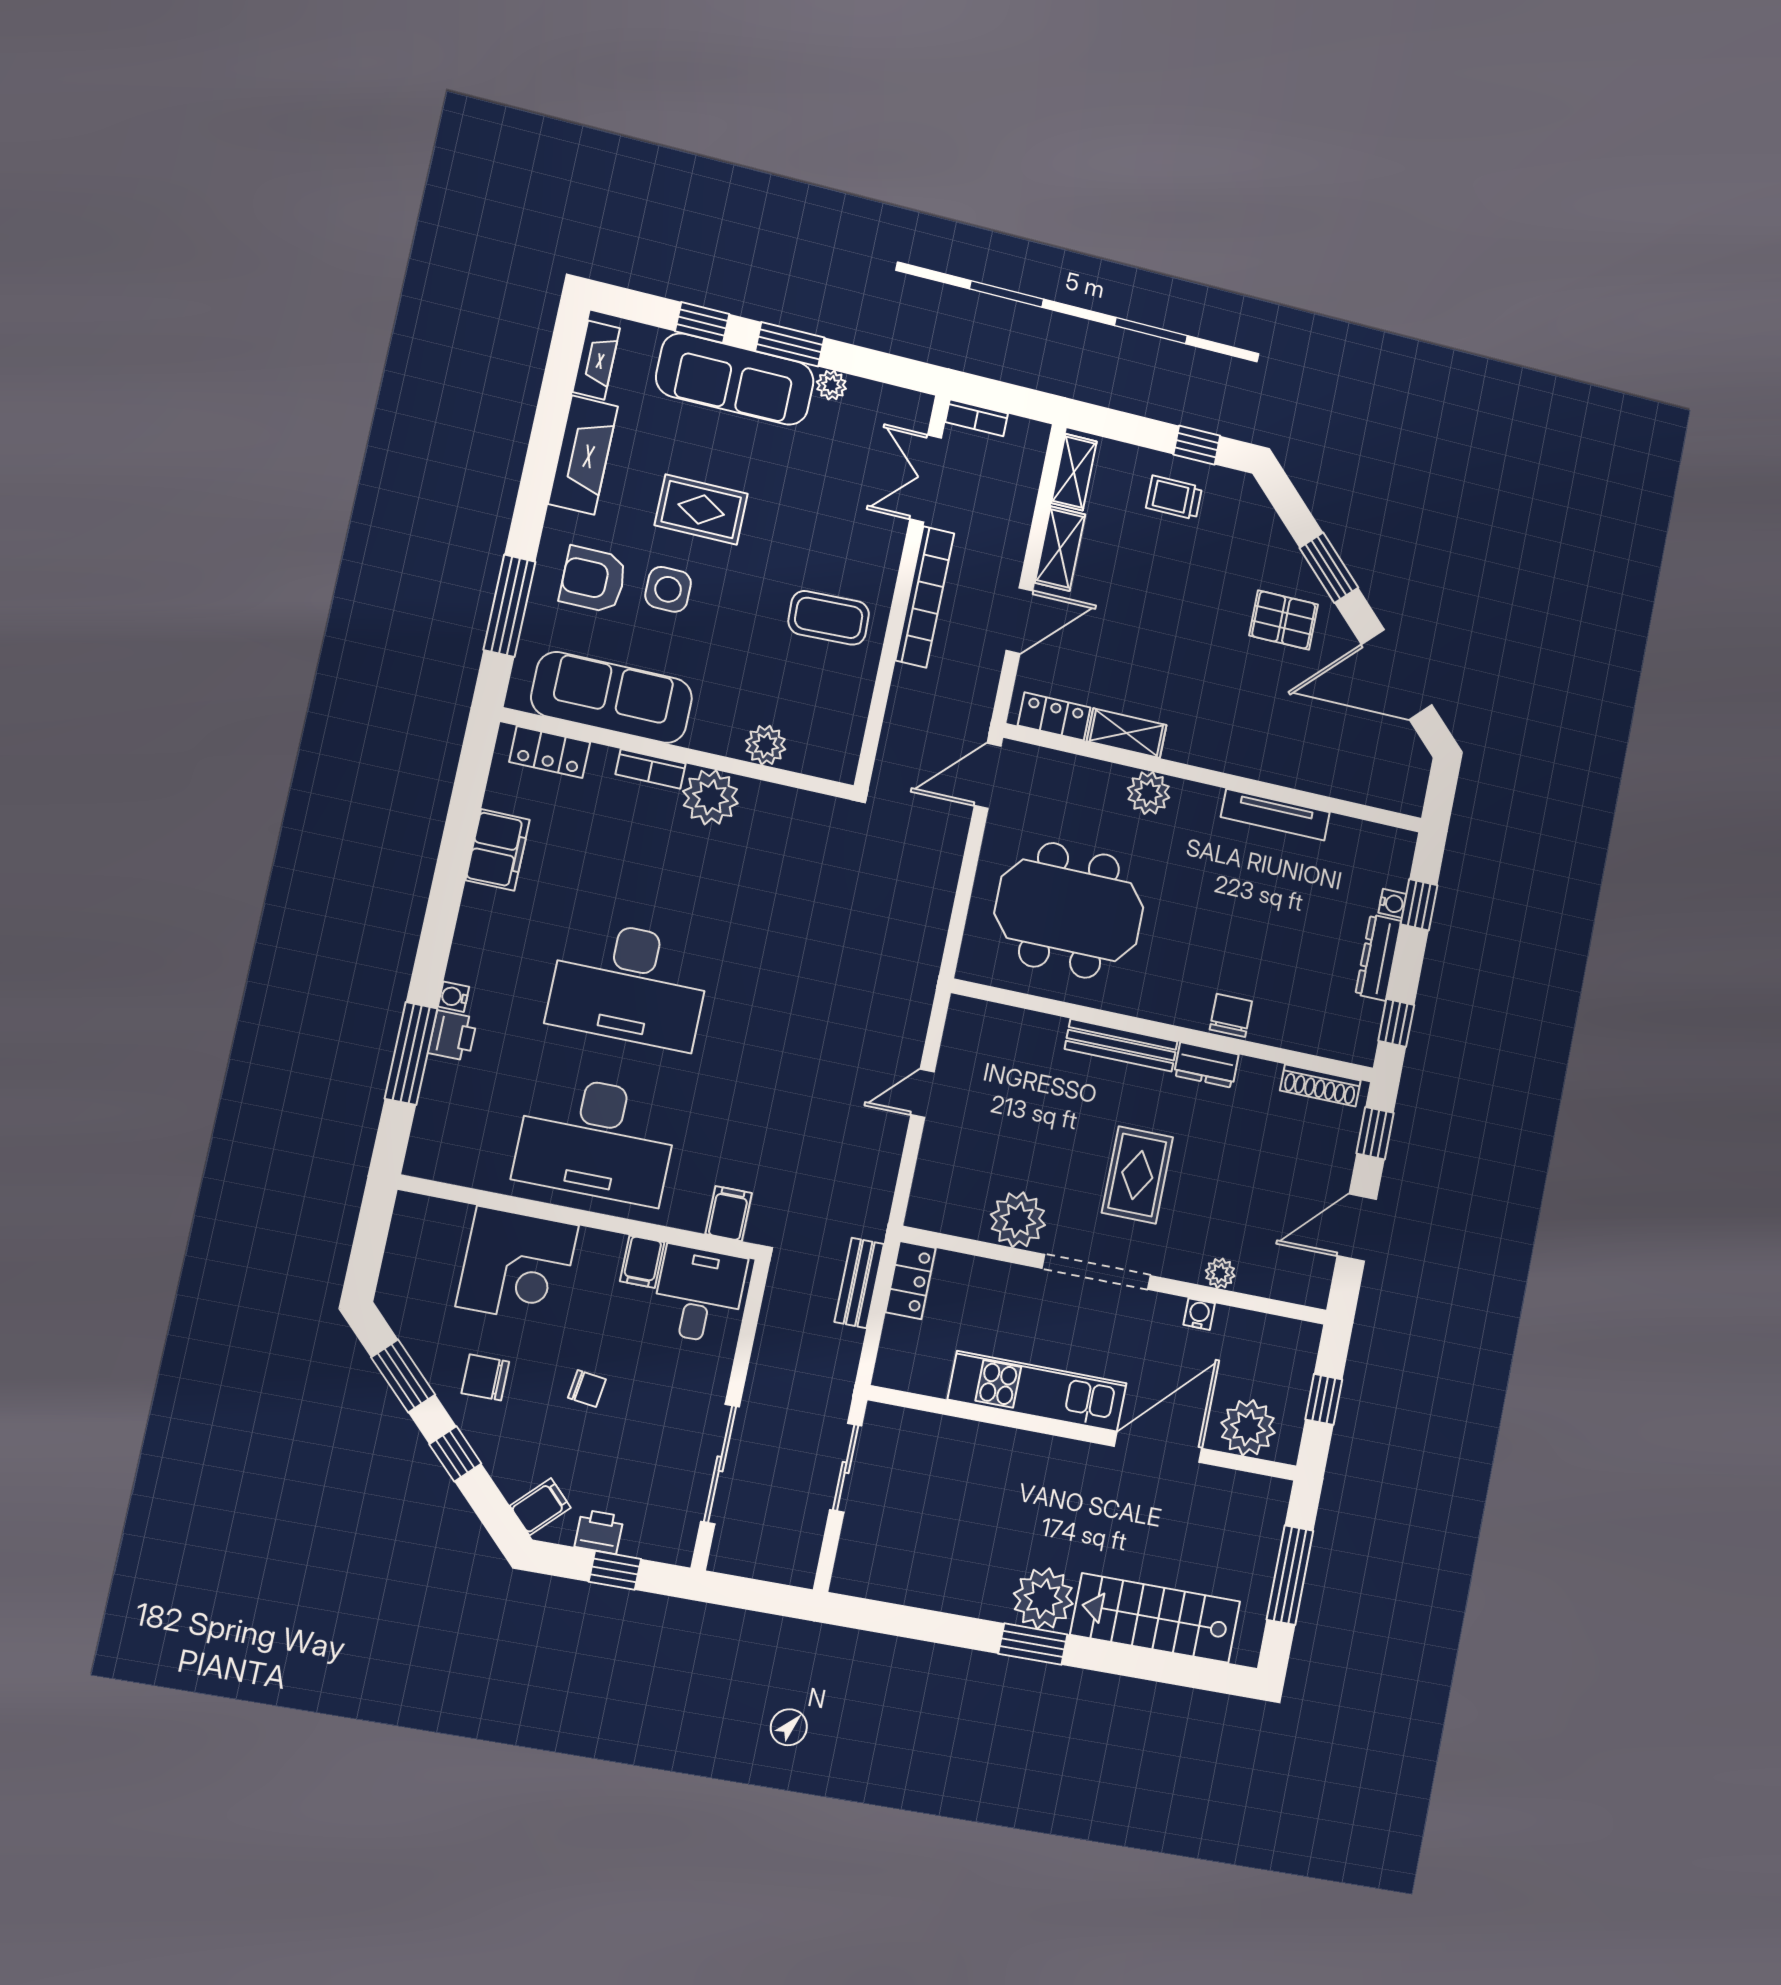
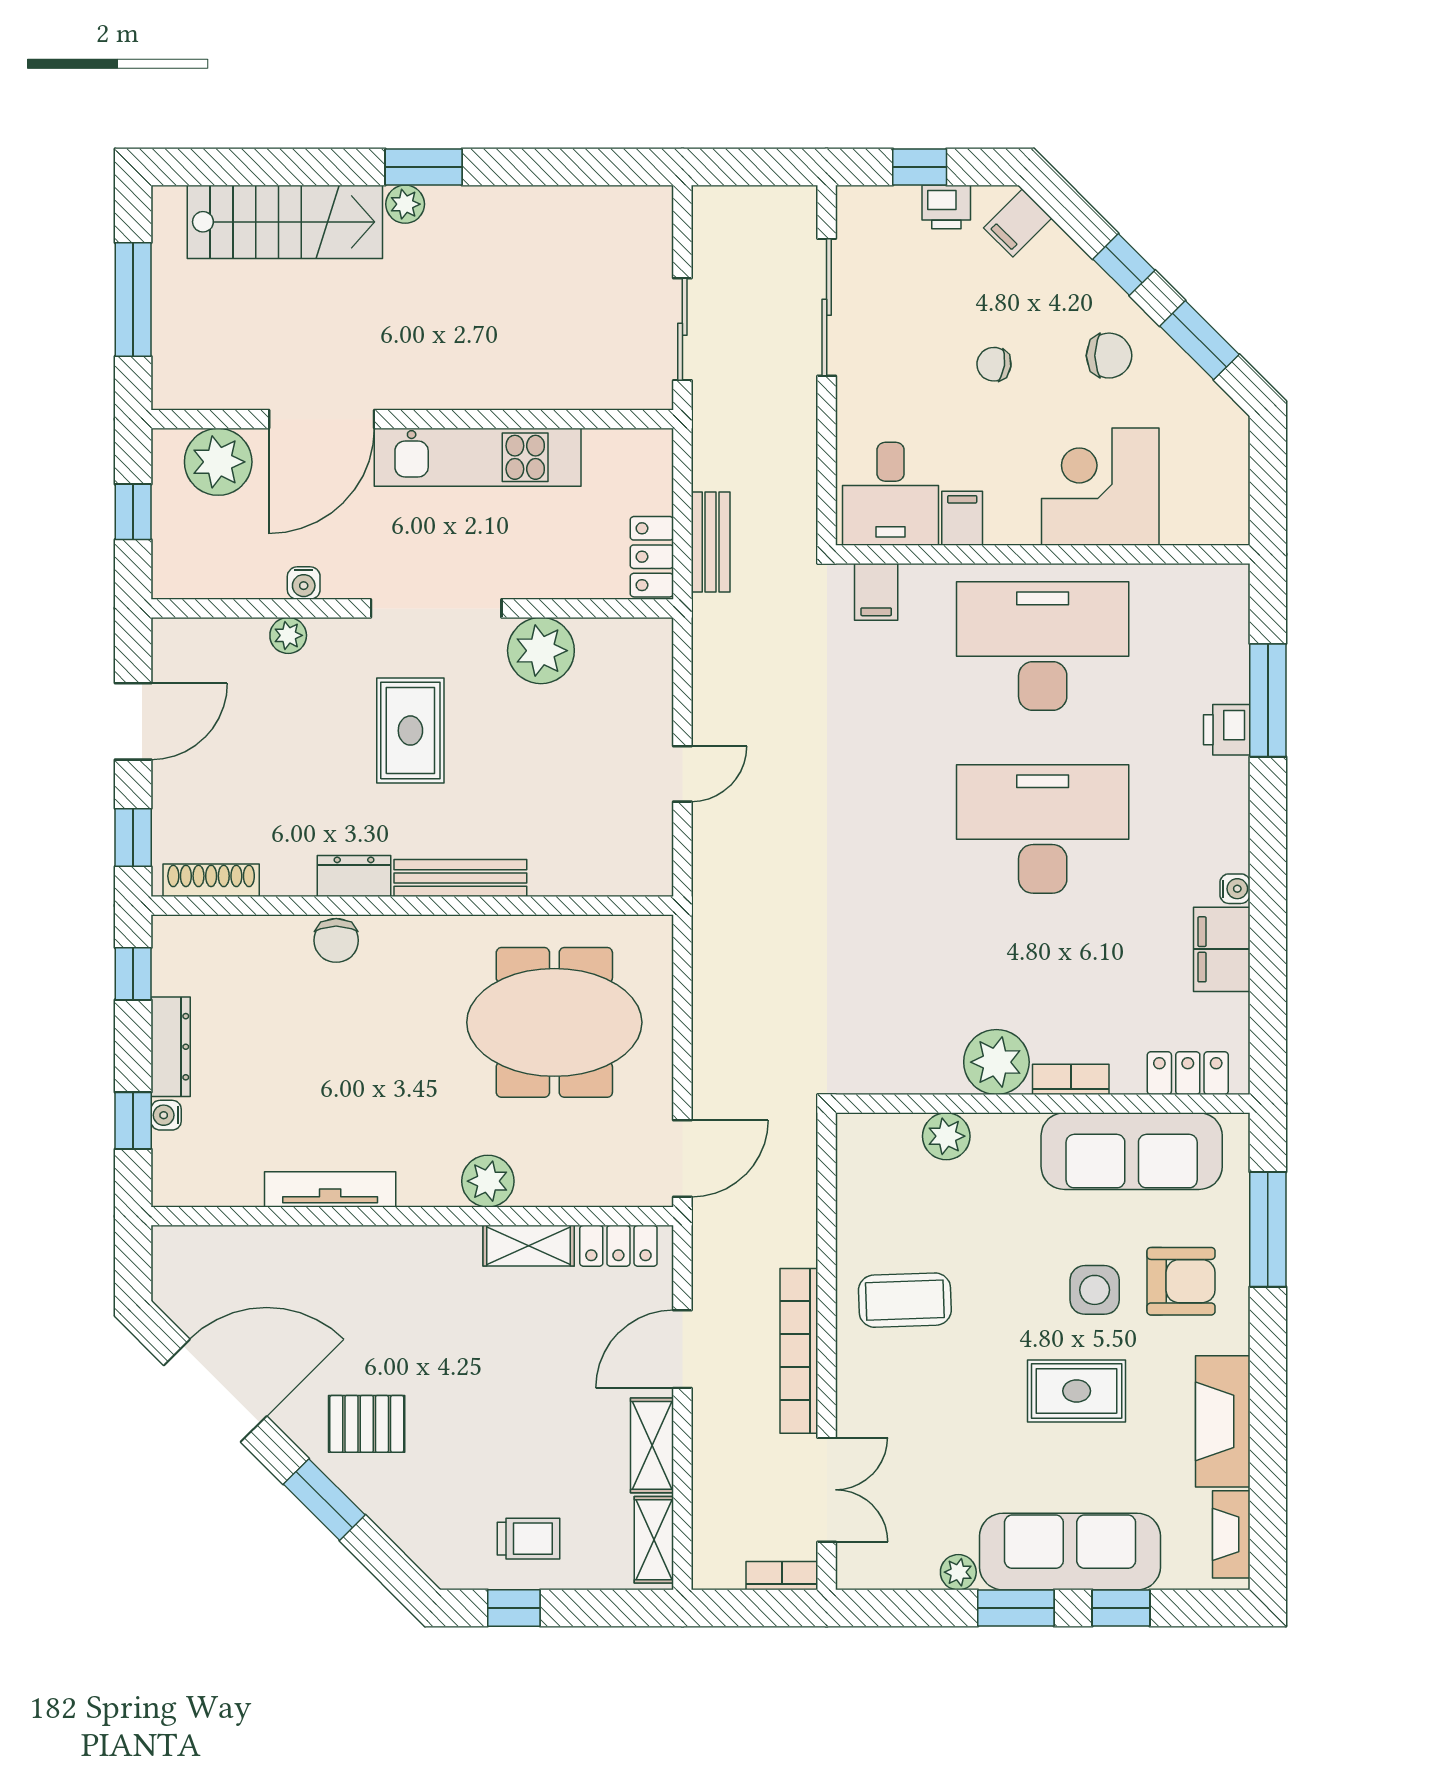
water cooler: (454, 997) -> (1235, 889), moved
plant: (1043, 1599) -> (405, 204), width x0.53, depth x0.53

